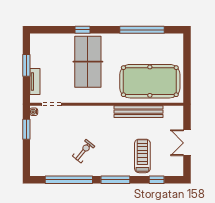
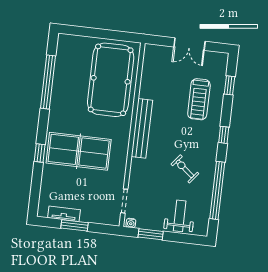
tv unit: (35, 81) -> (64, 214), moved
bench: (139, 112) -> (142, 128), moved
weight bench: (44, 151) -> (180, 216), added
treadmill: (142, 156) -> (199, 99), turned -90
window: (115, 180) -> (224, 135), width x0.46

